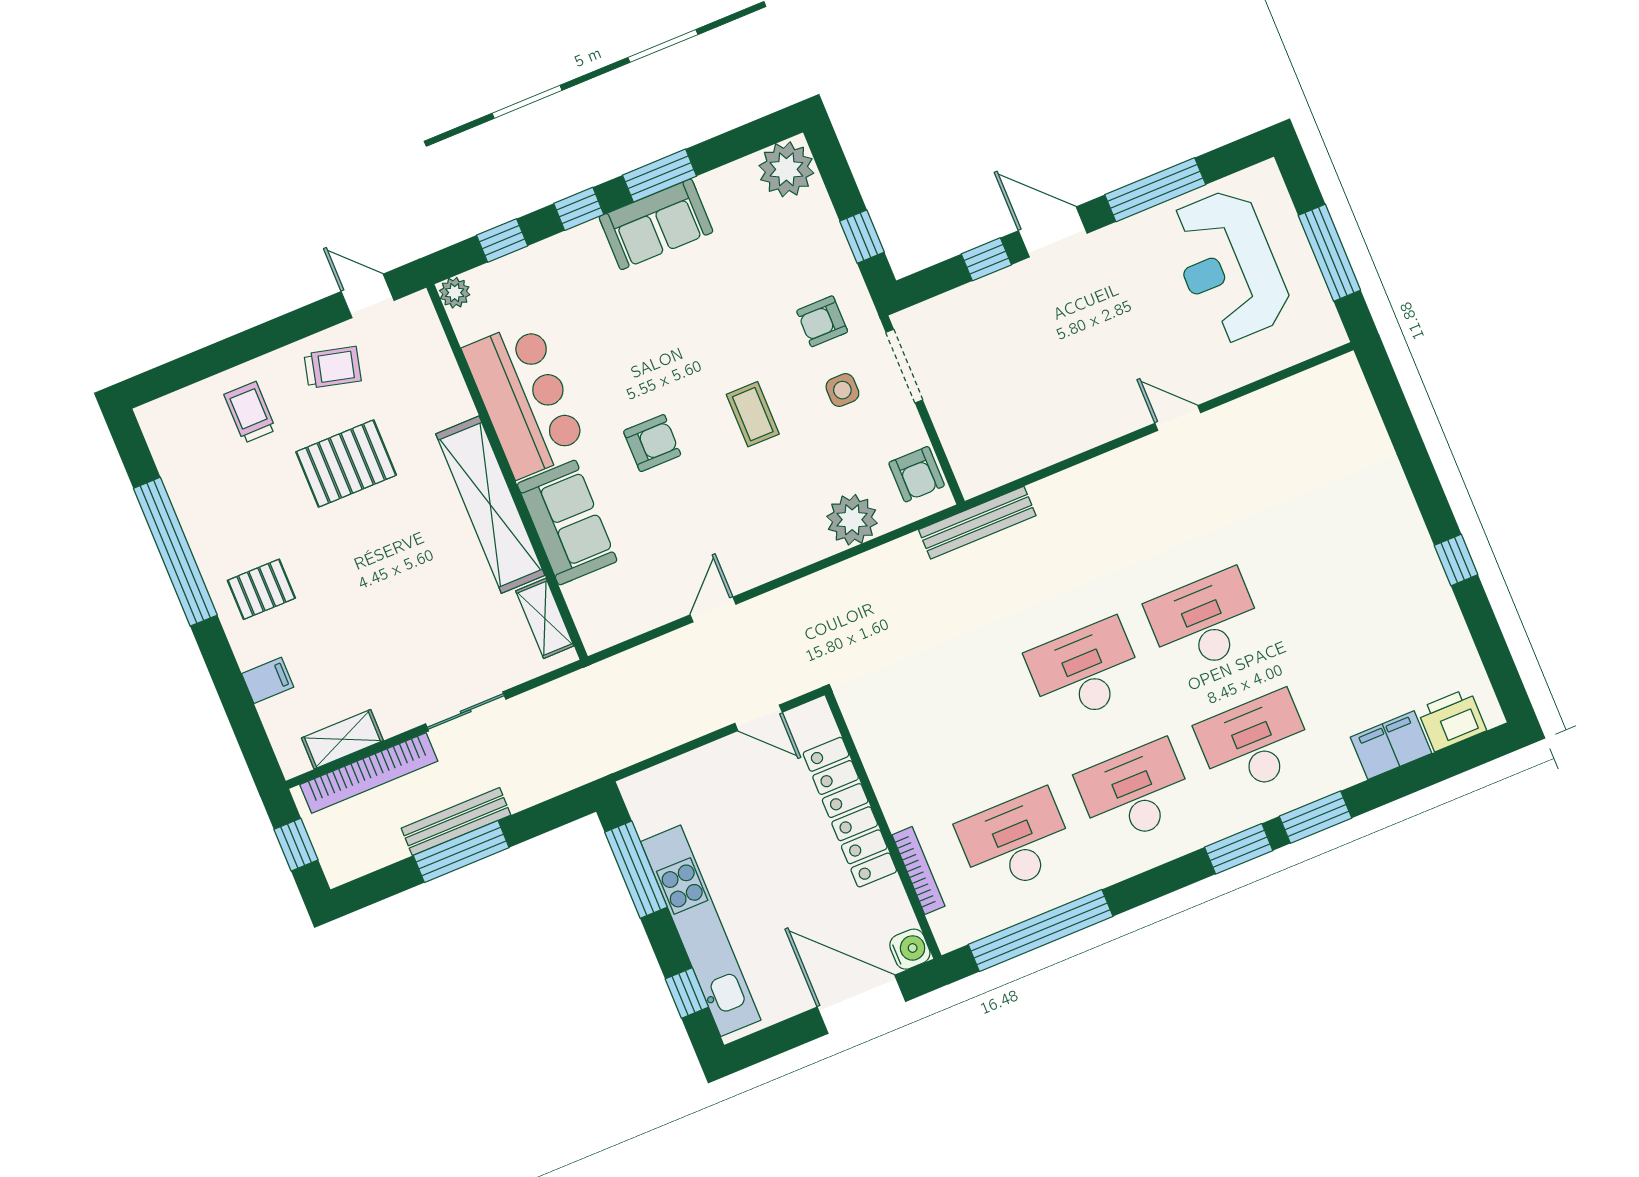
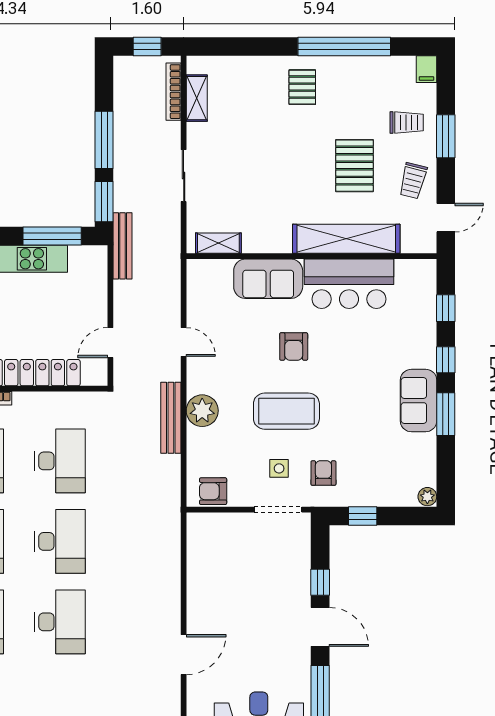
plant: (786, 169) -> (427, 497), width x0.53, depth x0.53
door: (1053, 232) -> (320, 627), hinge flipped
plant: (455, 293) -> (427, 269), removed
window: (247, 346) -> (446, 136), added
coffee table: (753, 414) -> (286, 411), width x1.86, depth x1.72
door: (1178, 418) -> (184, 655), width x1.37
shelving: (490, 505) -> (346, 239), moved
plant: (852, 520) -> (202, 411), moved
bench: (977, 523) -> (171, 418), moved
filing cabinet: (268, 680) -> (427, 69), moved
desk: (965, 720) -> (60, 461), added
bookcase: (369, 773) -> (173, 92), width x0.68, depth x0.76
window: (553, 814) -> (104, 202), added
bench: (456, 822) -> (122, 246), moved

